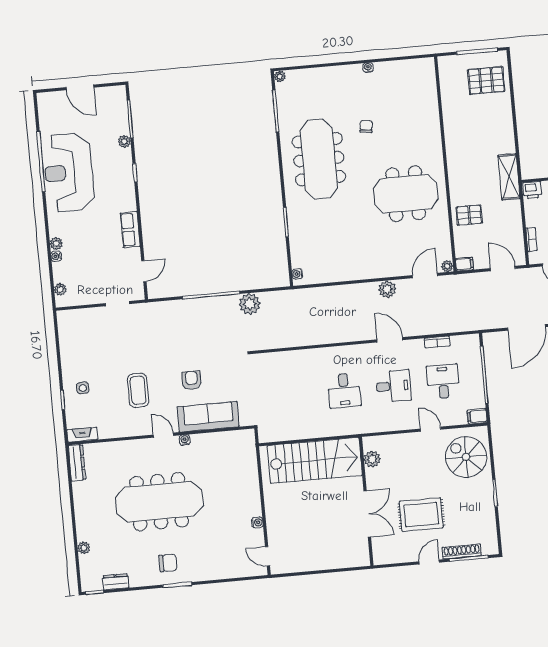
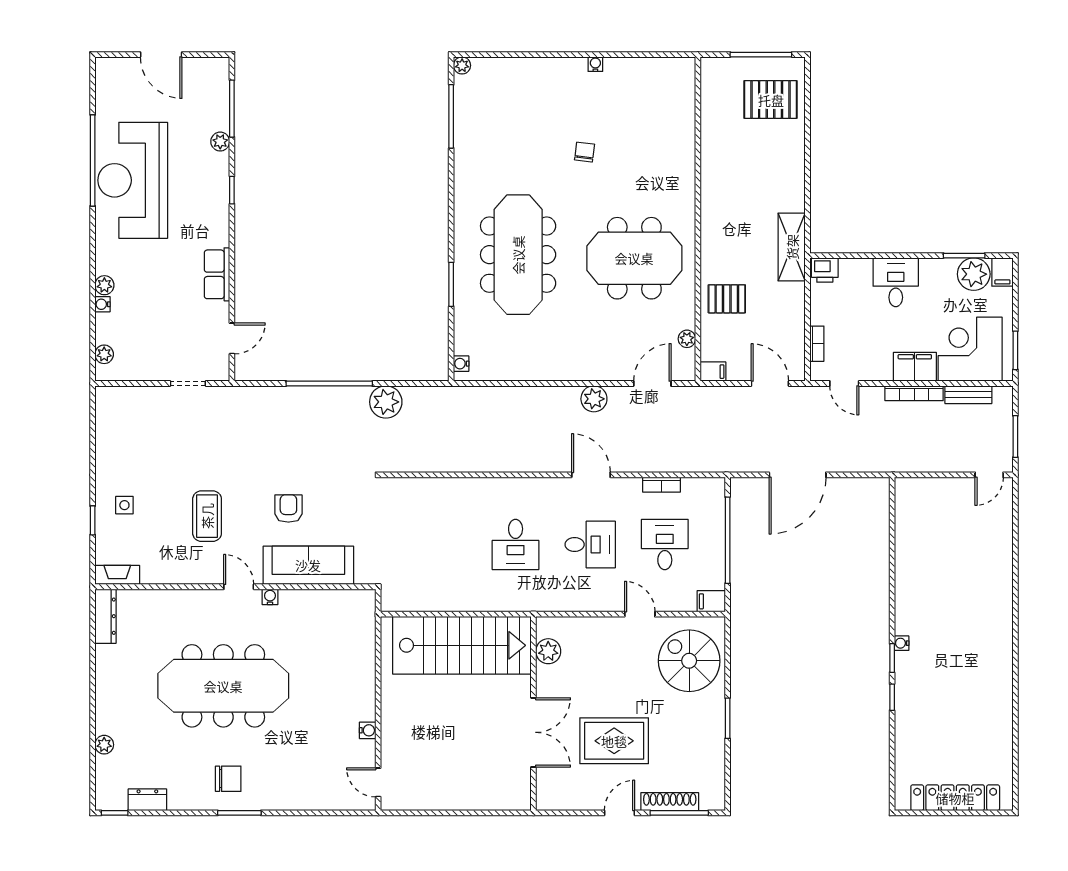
meeting table: (319, 159) -> (518, 255), moved
plant: (447, 266) -> (687, 339), moved

